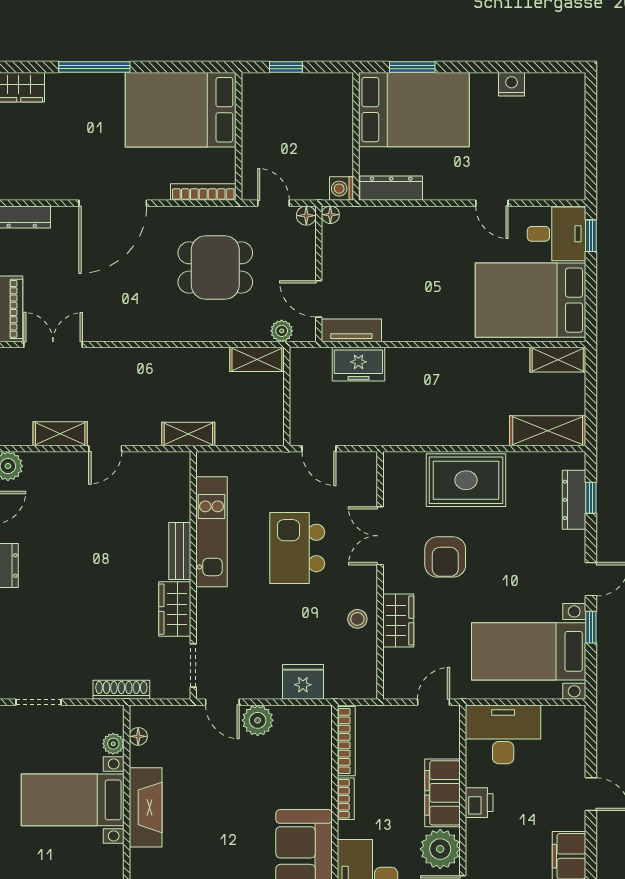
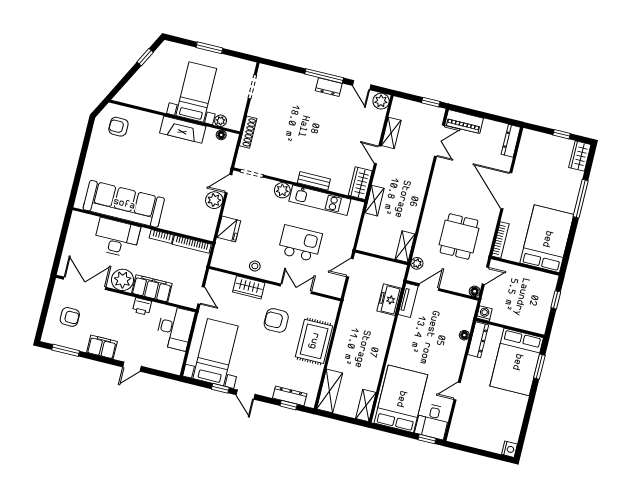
nightstand: (512, 84) -> (509, 449), moved
floor lamp: (330, 215) -> (464, 335), moved
plant: (210, 603) -> (282, 190), added
wardrobe: (175, 609) -> (360, 183), moved, turned -90

